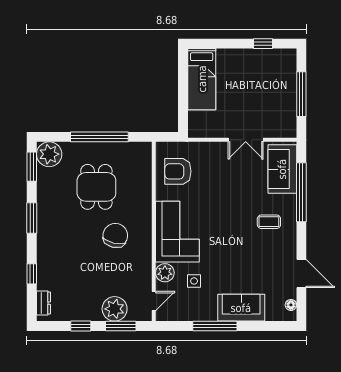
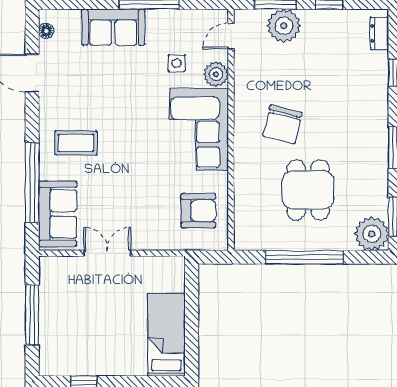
coffee table: (269, 222) -> (76, 143), width x1.36, depth x1.30

